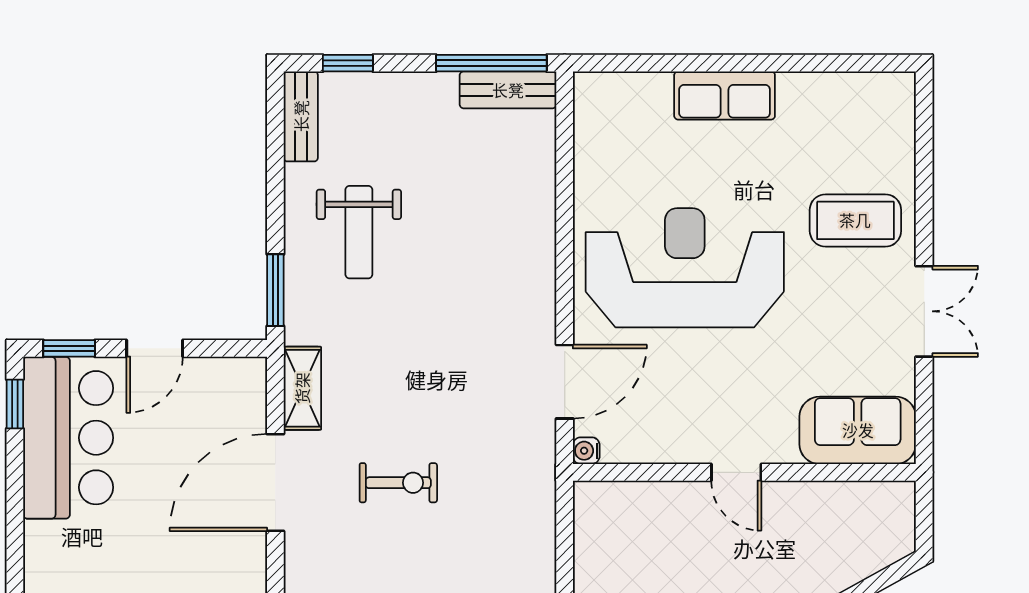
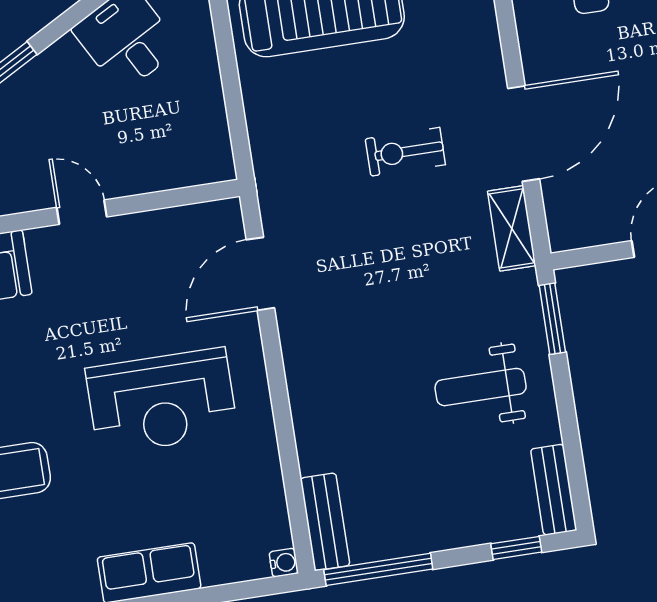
bench: (508, 90) -> (325, 522), moved, turned 90
weight bench: (359, 232) -> (481, 387), turned -90
reception desk: (685, 268) -> (162, 401), width x0.74, depth x0.77
water cooler: (586, 451) -> (284, 563), moved

